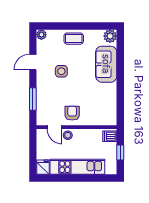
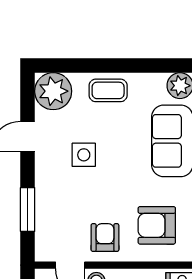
plant: (41, 35) -> (53, 91), width x1.88, depth x1.88
armchair: (98, 107) -> (157, 225), added

